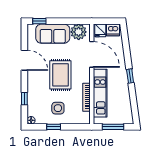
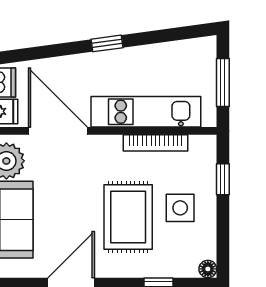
door: (92, 54) -> (58, 131), hinge flipped
rug: (60, 75) -> (128, 217), moved, turned 90
window: (54, 127) -> (223, 179), moved

